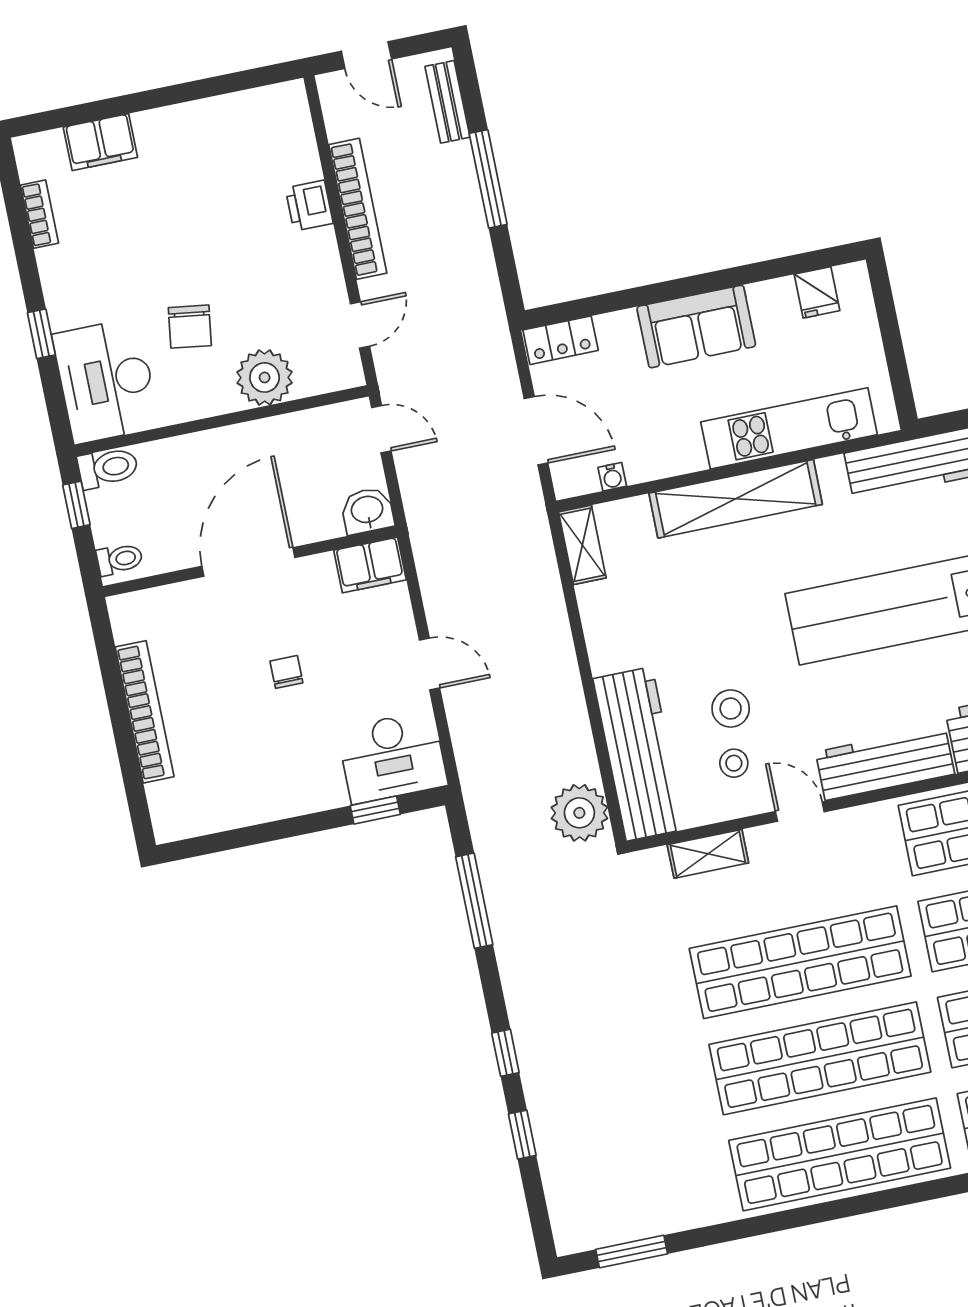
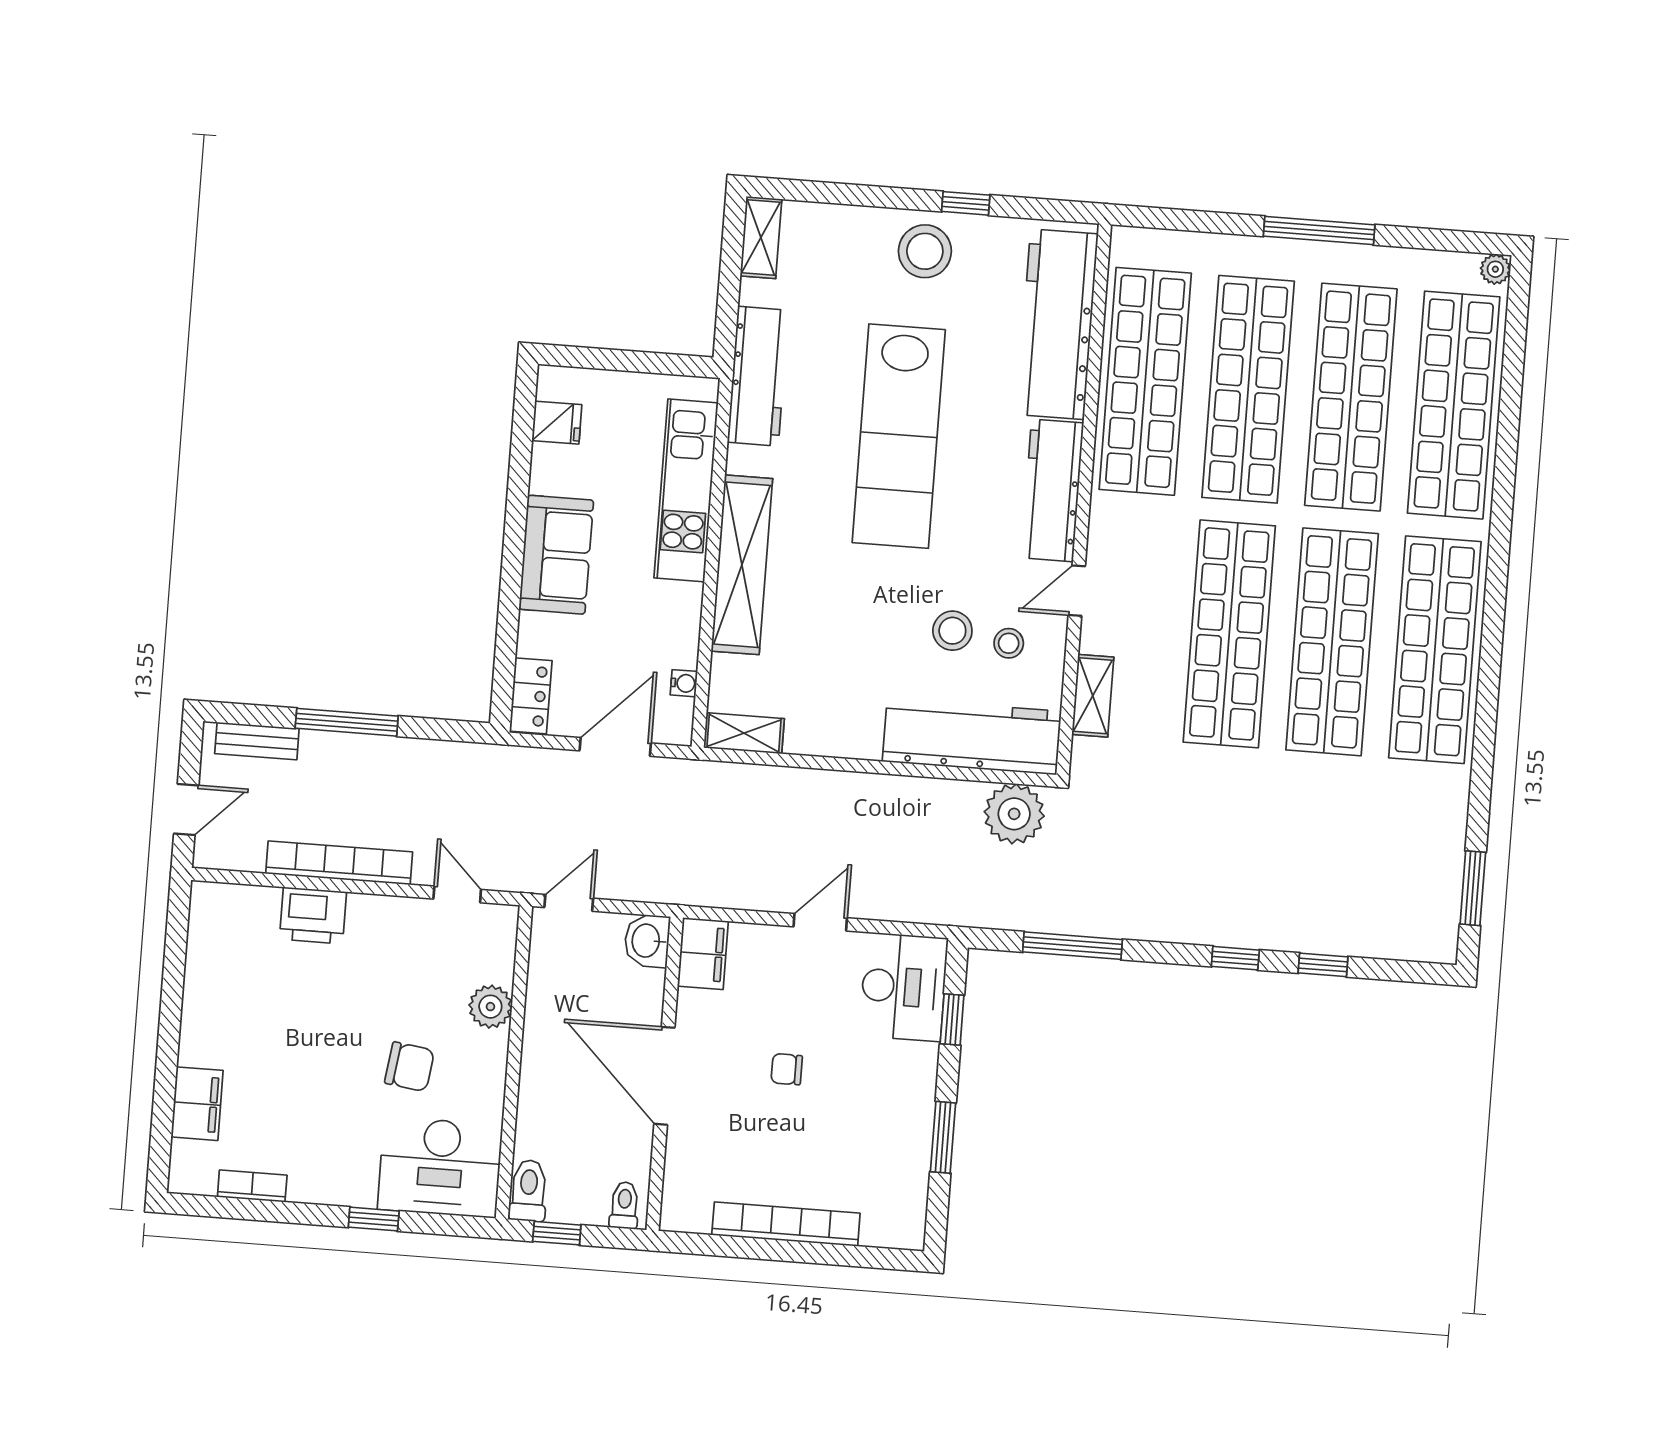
printer: (309, 206) -> (313, 915), width x1.36, depth x1.24
plant: (265, 377) -> (490, 1007), width x0.73, depth x0.73
window: (265, 833) -> (943, 1137), added

